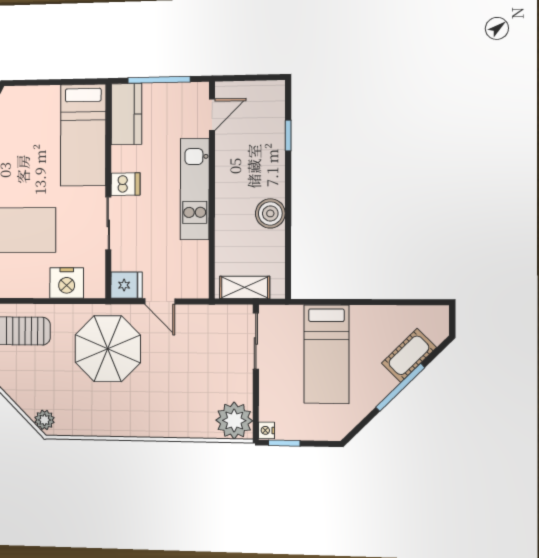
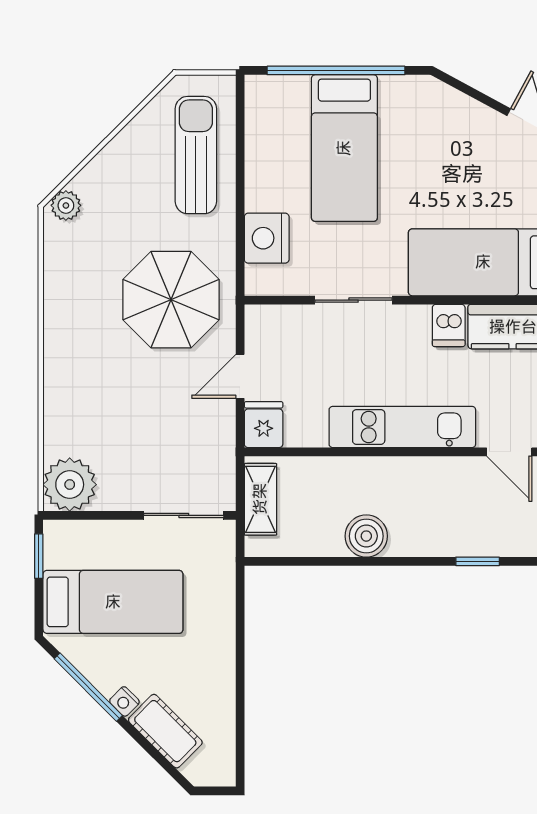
dishwasher: (125, 184) -> (449, 325), moved
fridge: (127, 285) -> (264, 425), moved, turned 180
bed: (326, 354) -> (113, 602), moved, turned 180
window: (400, 387) -> (88, 687), moved
nightstand: (267, 430) -> (124, 701), moved, turned -135

